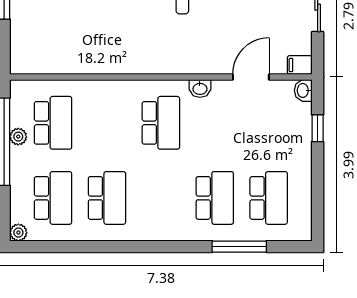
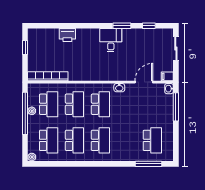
bookcase: (52, 65) -> (48, 76), added
school desk: (107, 123) -> (74, 104), added
window: (318, 128) -> (176, 107), width x2.17
school desk: (215, 198) -> (100, 140), moved
window: (239, 247) -> (149, 164), moved

